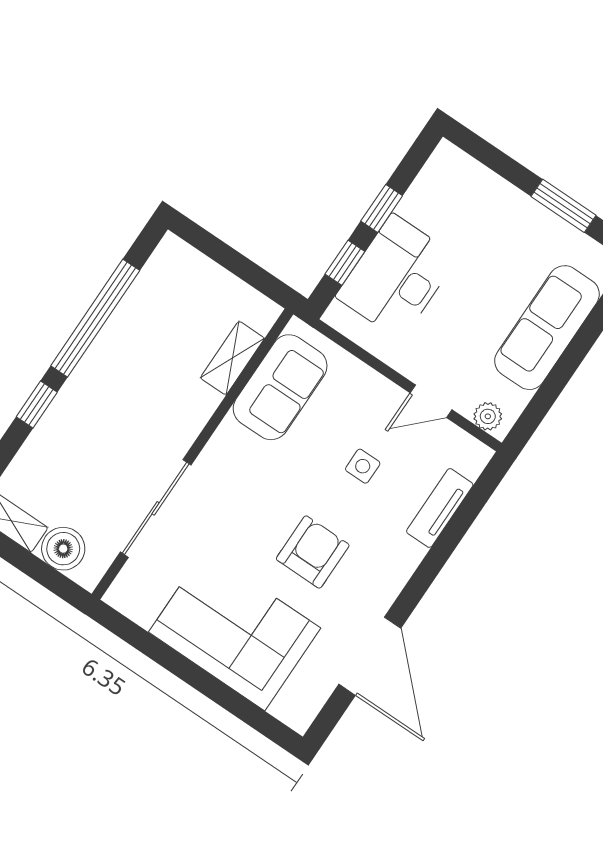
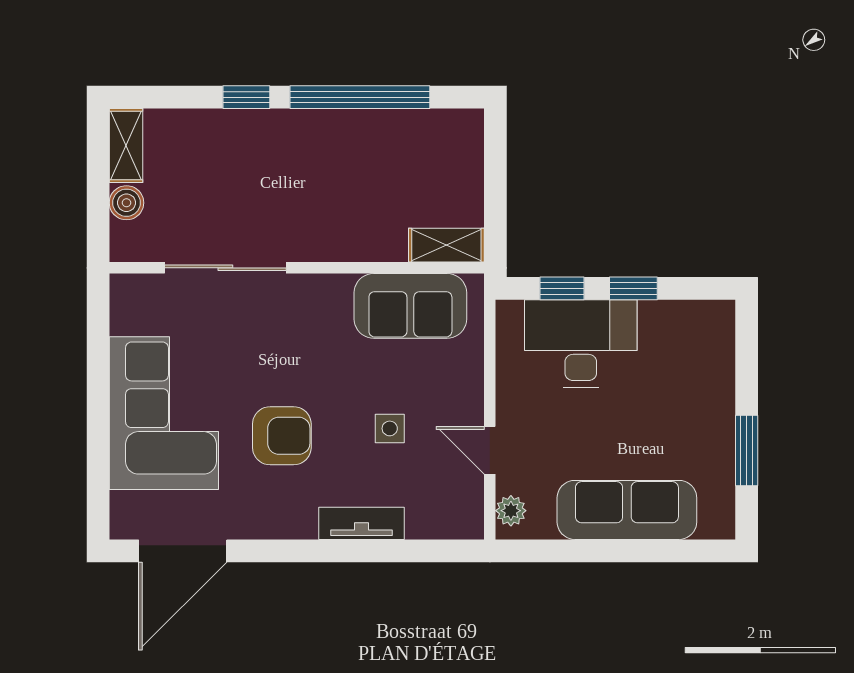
shelving: (232, 358) -> (446, 245), moved
tv unit: (440, 508) -> (361, 523), moved
boiler: (63, 549) -> (126, 203), width x0.73, depth x0.73
door: (370, 656) -> (183, 551), moved

